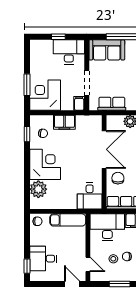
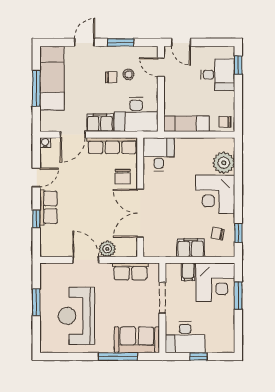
filing cabinet: (79, 103) -> (188, 272), moved

